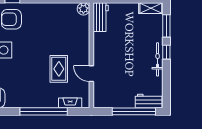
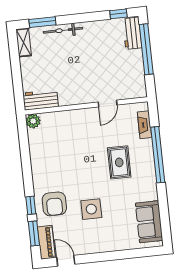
window: (166, 52) -> (118, 14), moved
bicycle: (158, 59) -> (63, 30), moved
rug: (59, 69) -> (119, 162), moved, turned 90

